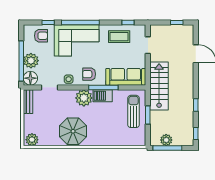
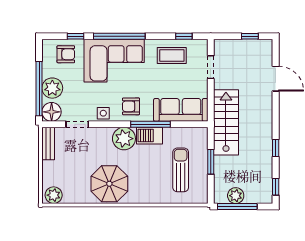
sun lounger: (134, 111) -> (181, 170), moved

